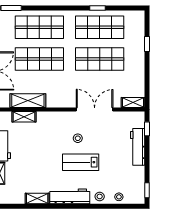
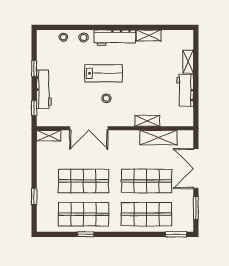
shelving: (24, 117) -> (147, 121), moved
window: (147, 190) -> (34, 68), moved

